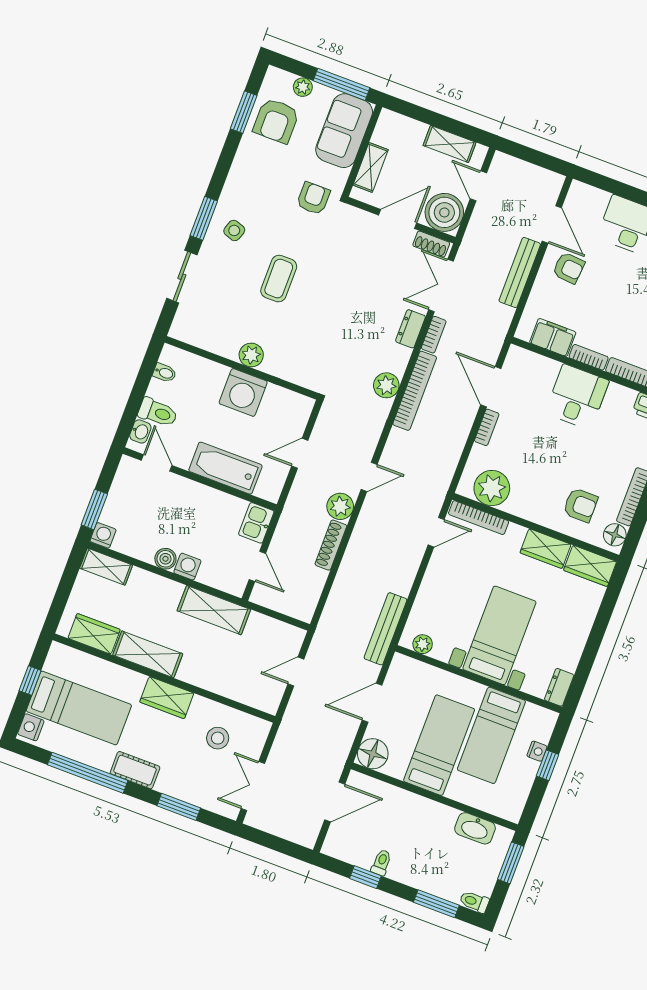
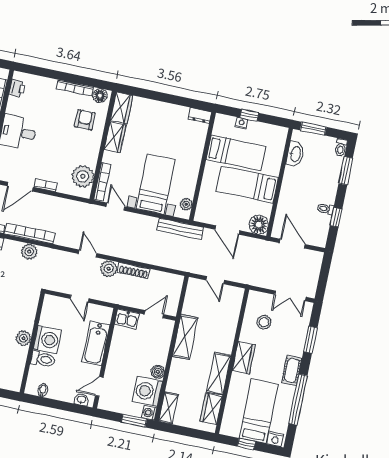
toilet: (158, 412) -> (43, 359), moved, turned 90
washing machine: (187, 567) -> (147, 391), moved, width x1.89, depth x1.89
bed with nightstands: (499, 635) -> (156, 184), moved, turned 90

